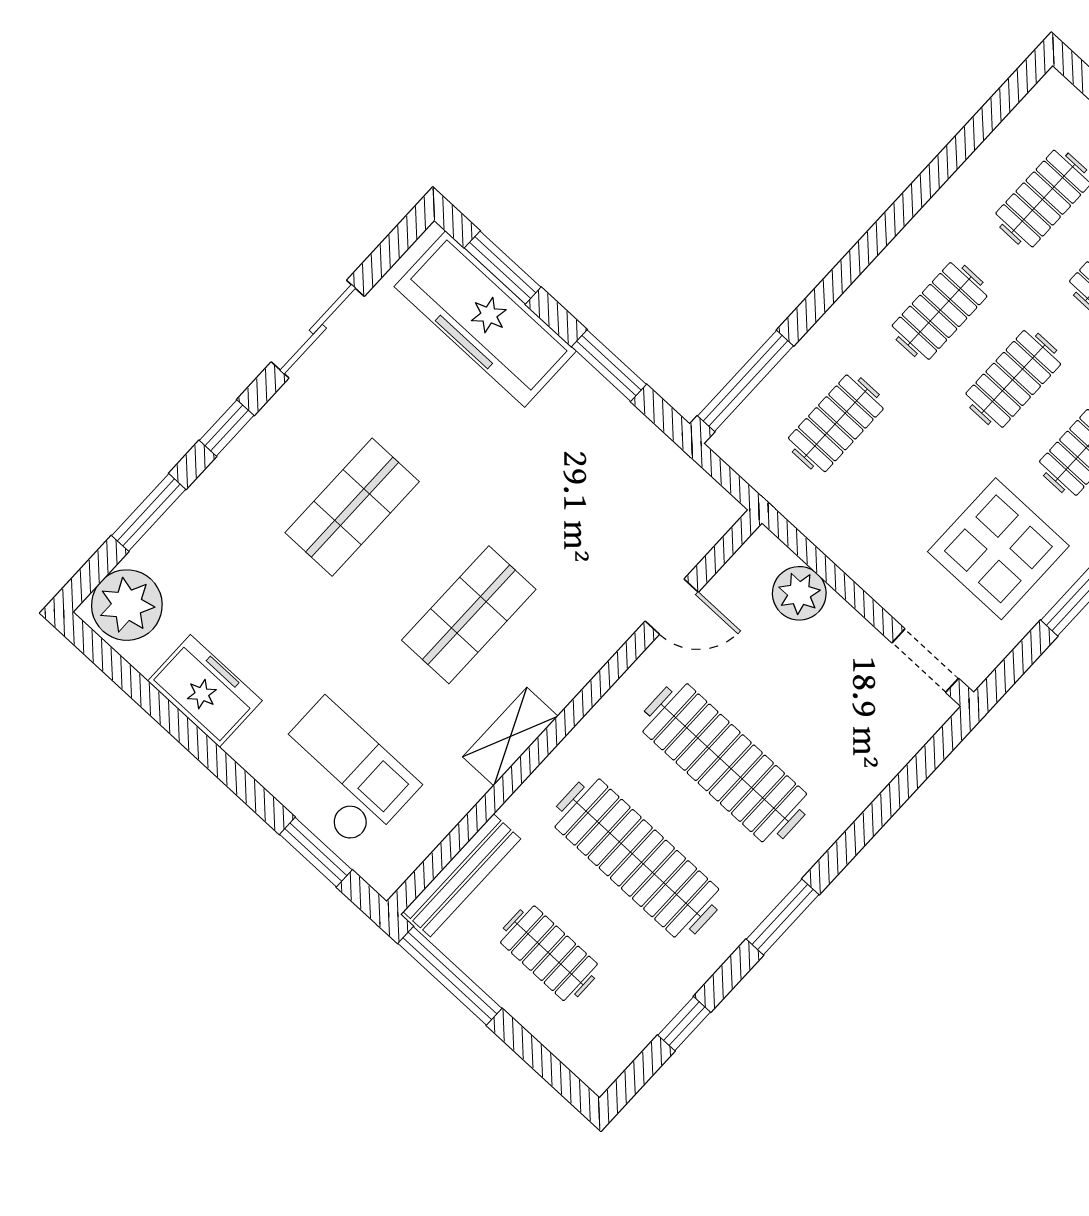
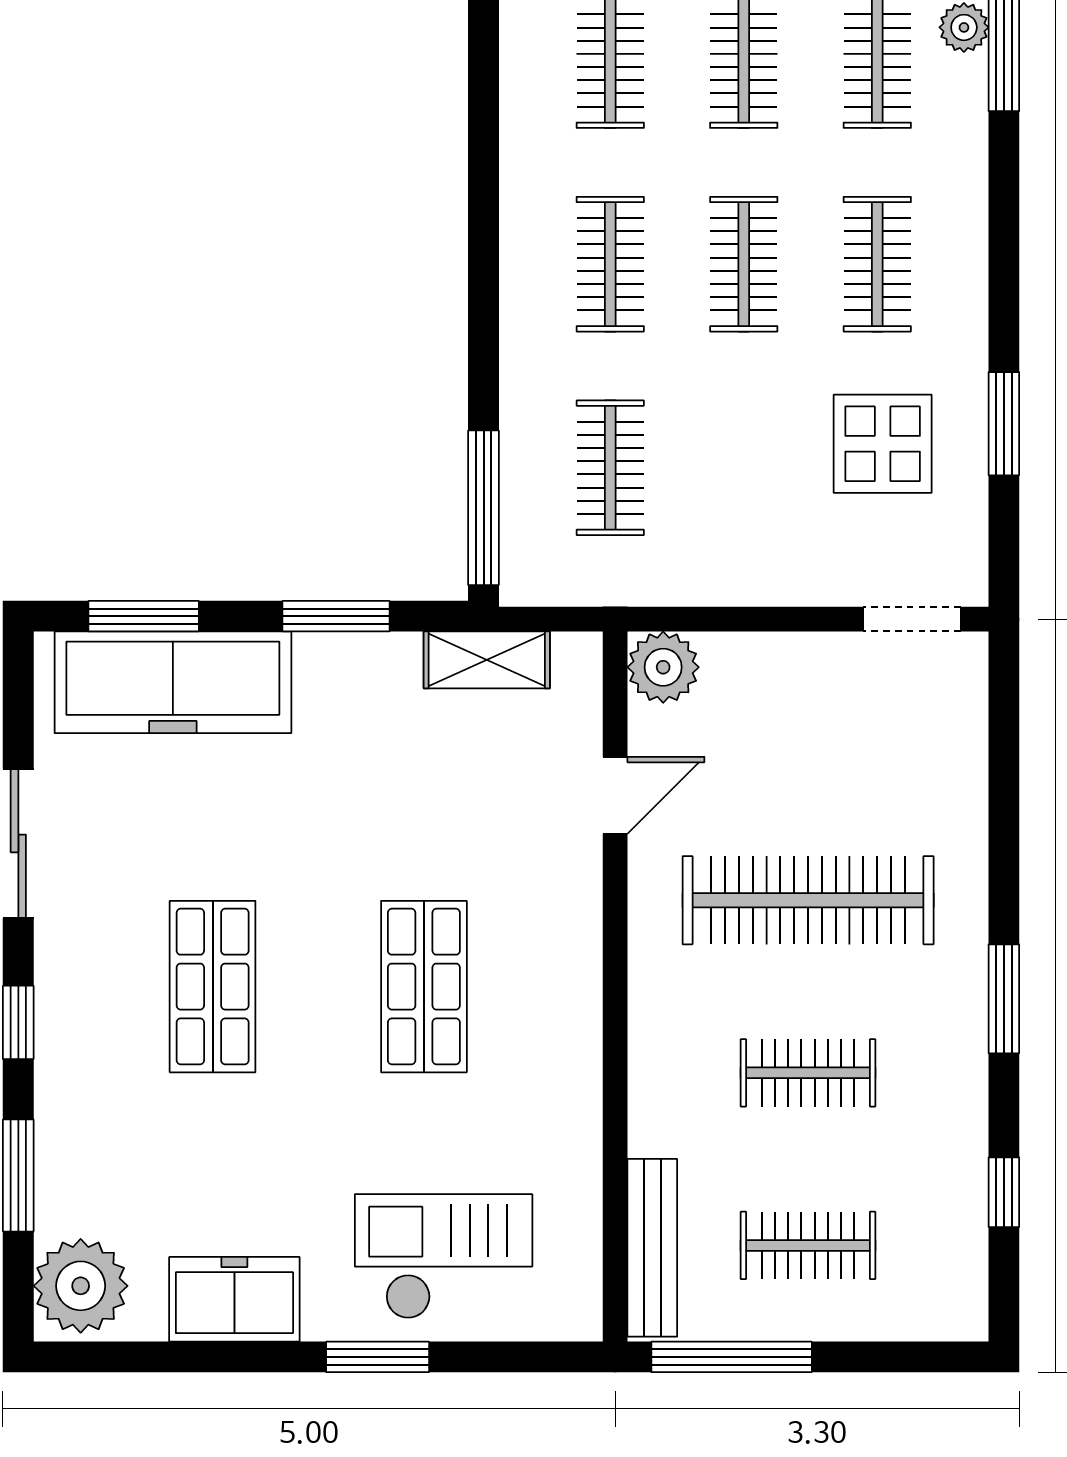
display table: (998, 549) -> (883, 444), width x0.73, depth x0.73
plant: (799, 593) -> (663, 667), moved
shelving: (510, 737) -> (487, 660), moved, turned 90
window: (316, 852) -> (378, 1357), moved
clothes rail: (637, 858) -> (808, 1073), width x0.54, depth x0.76

